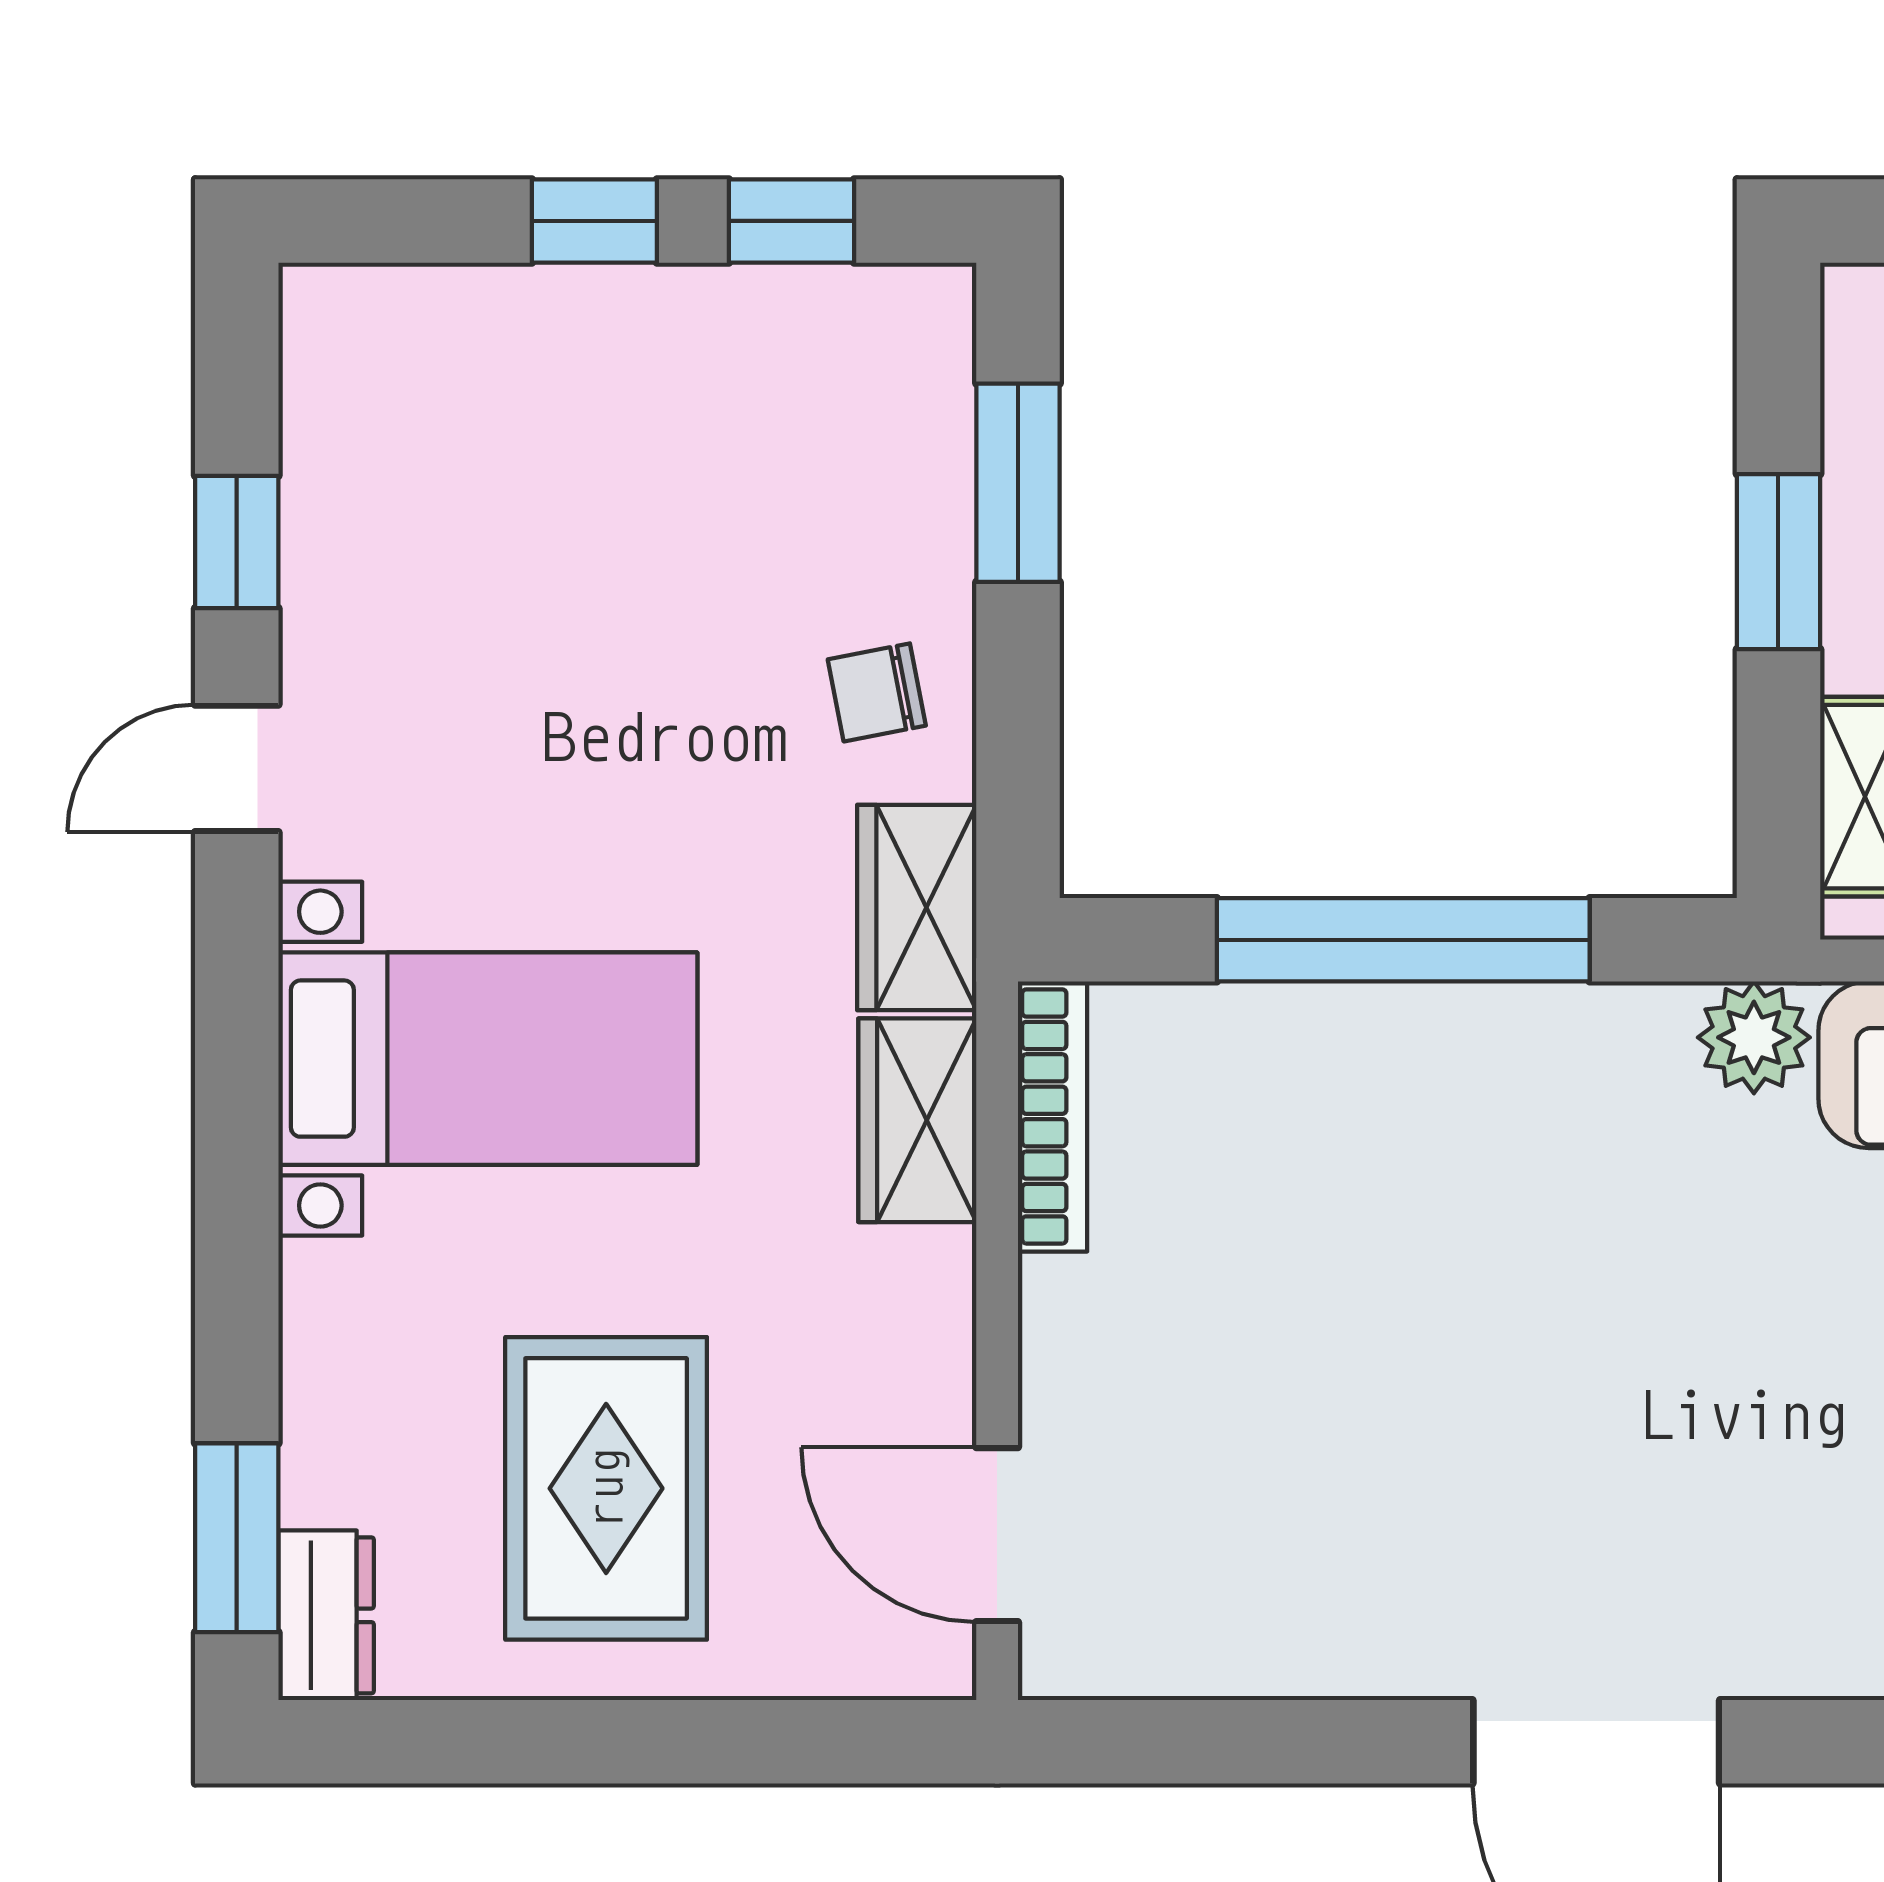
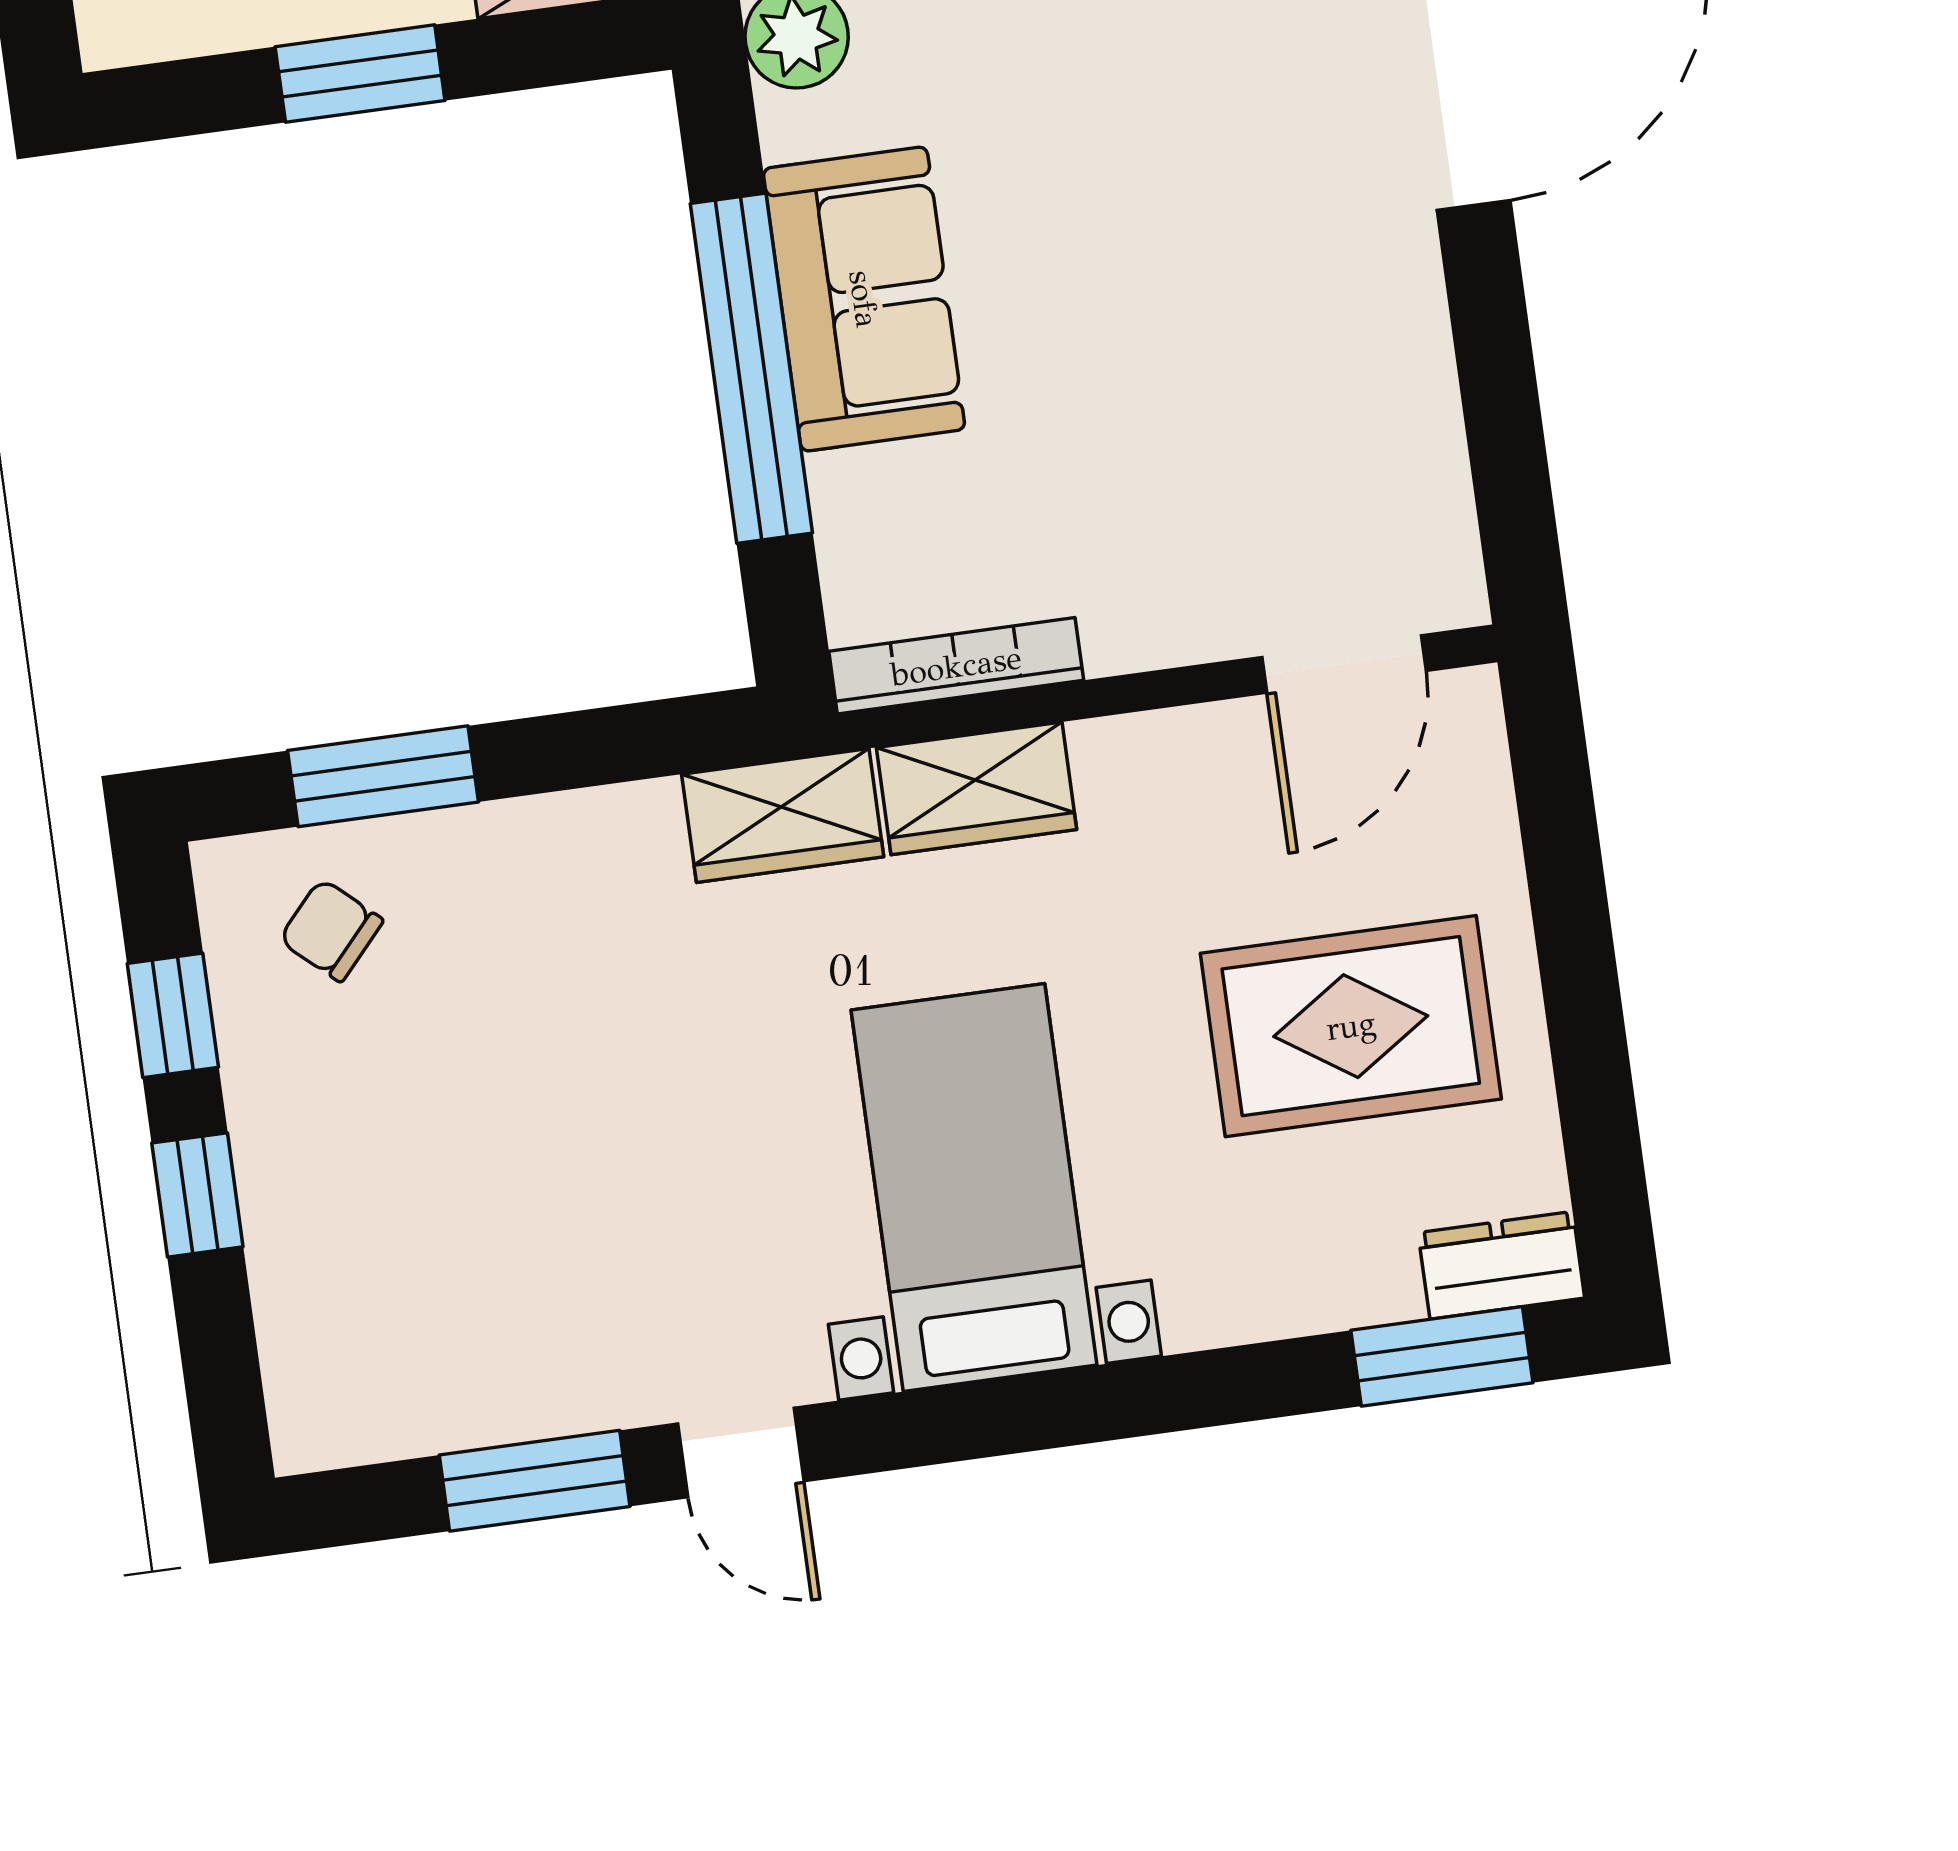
window: (237, 542) -> (535, 1481), width x1.50
chair: (877, 692) -> (331, 930), moved, turned 143
sofa: (1461, 1071) -> (864, 299), added

